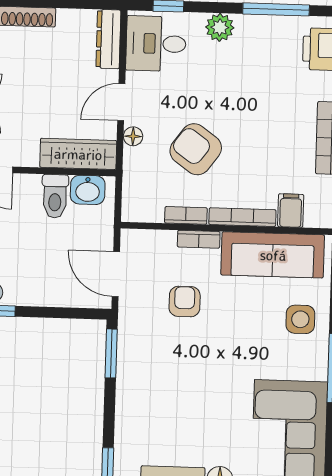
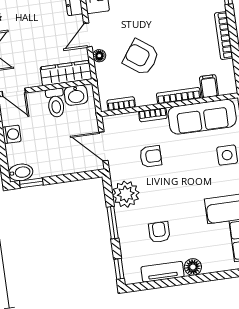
bookcase: (186, 215) -> (121, 104), moved
armchair: (185, 302) -> (151, 156), turned 90
plant: (137, 352) -> (126, 194), added
window: (111, 353) -> (113, 223), moved
armchair: (178, 418) -> (159, 232), added

